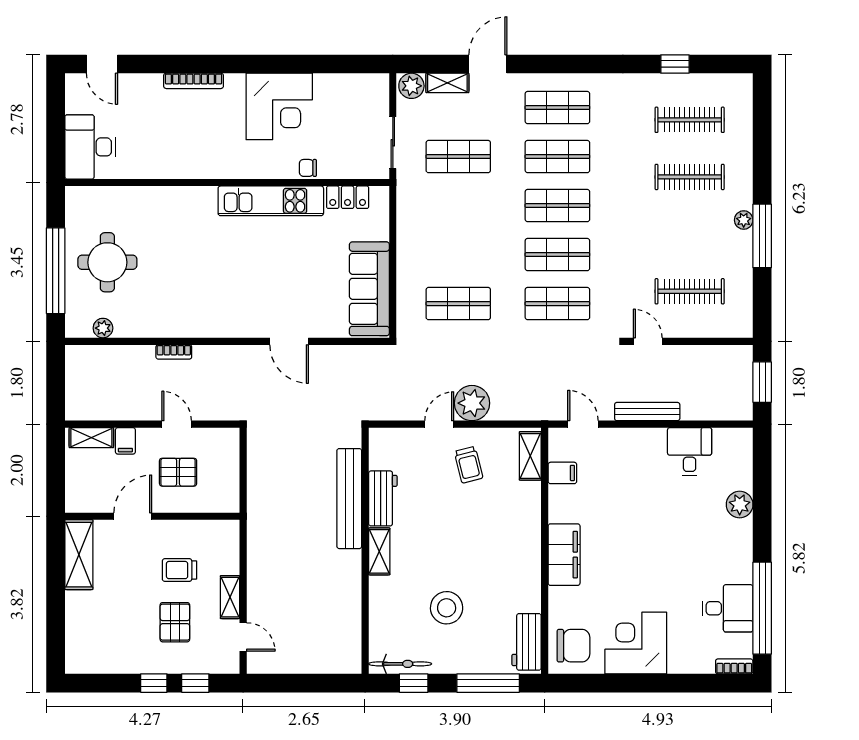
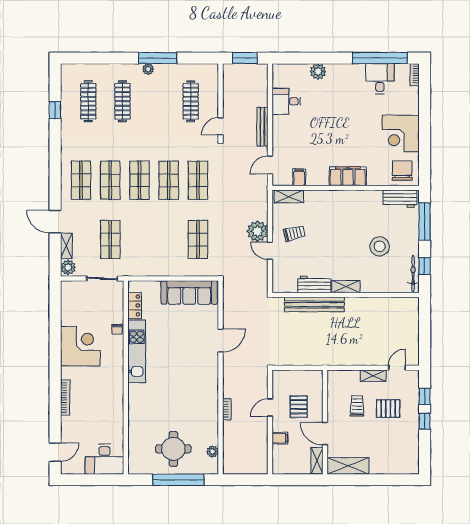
shelving: (91, 438) -> (317, 461), moved
trolley: (179, 570) -> (357, 406), turned 180

